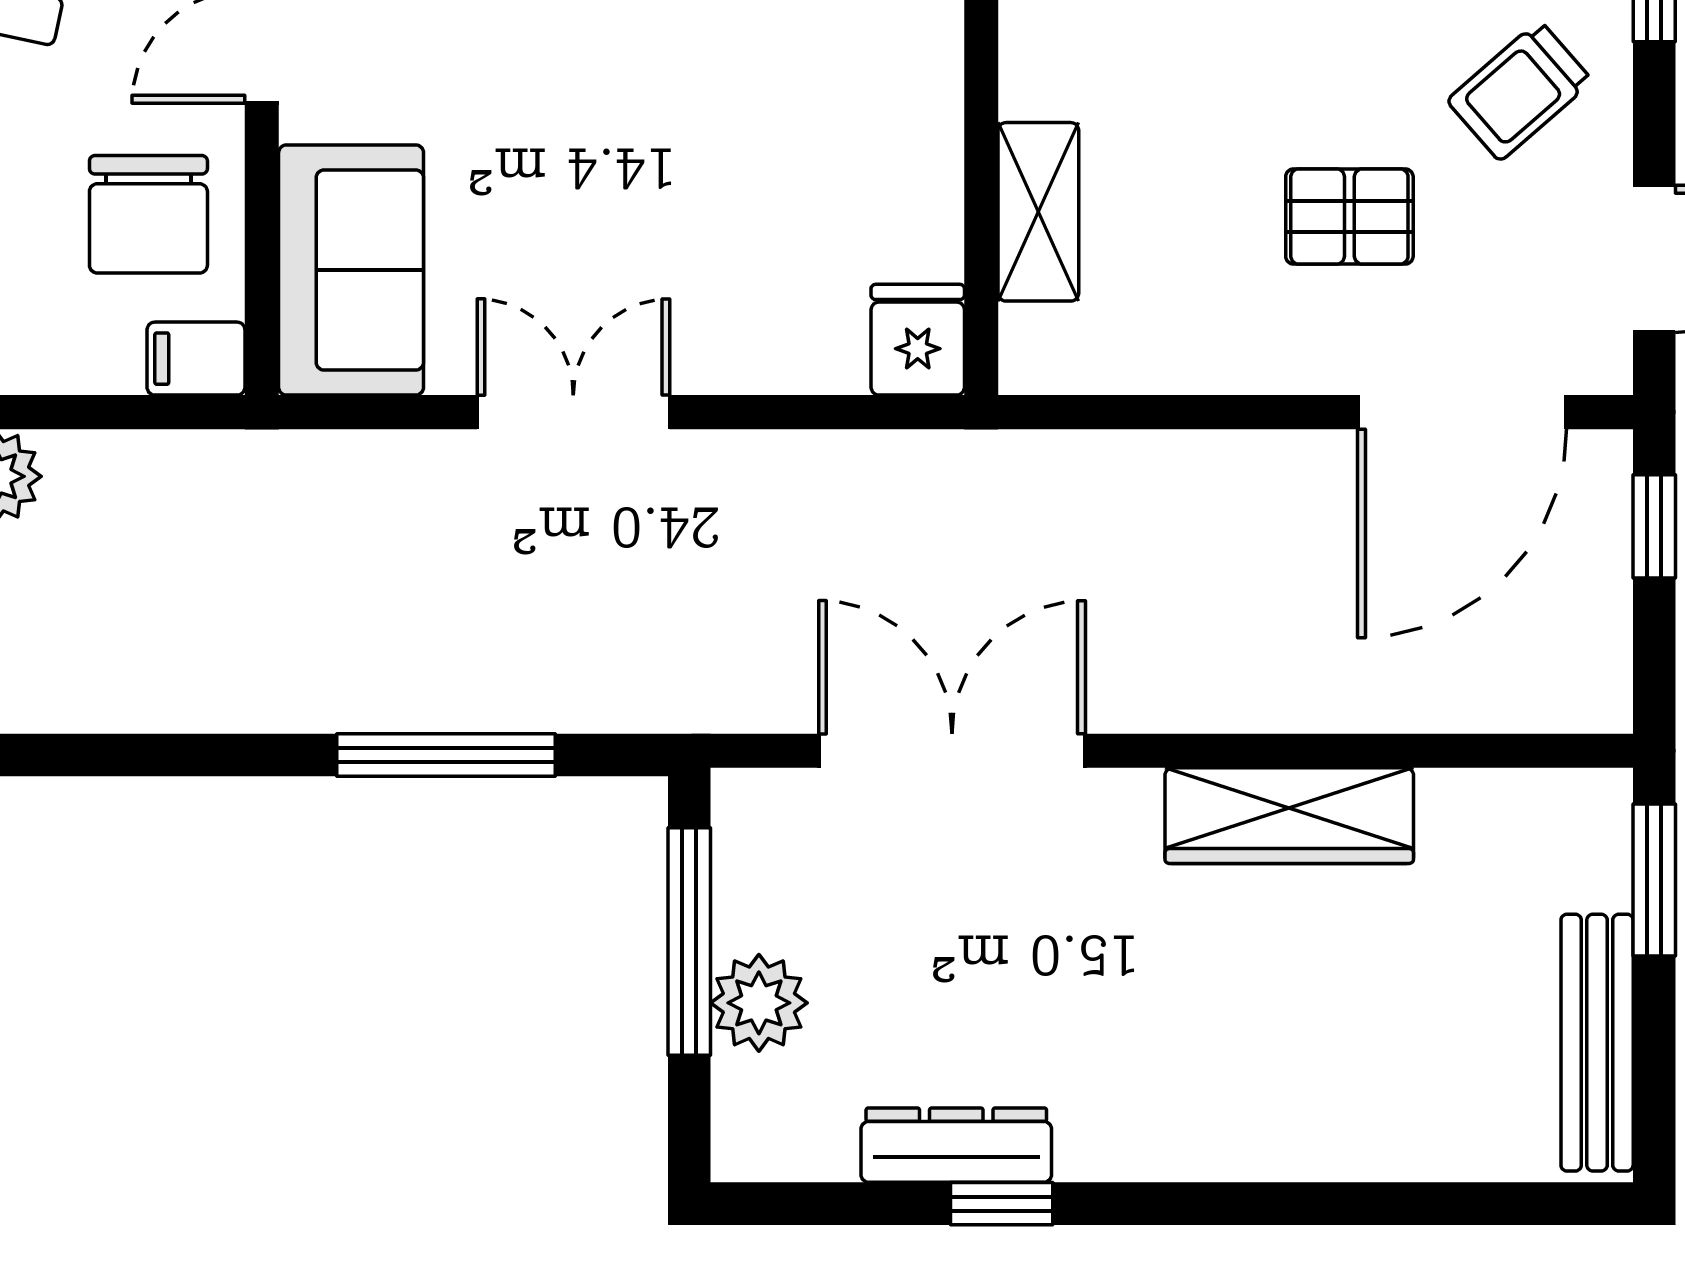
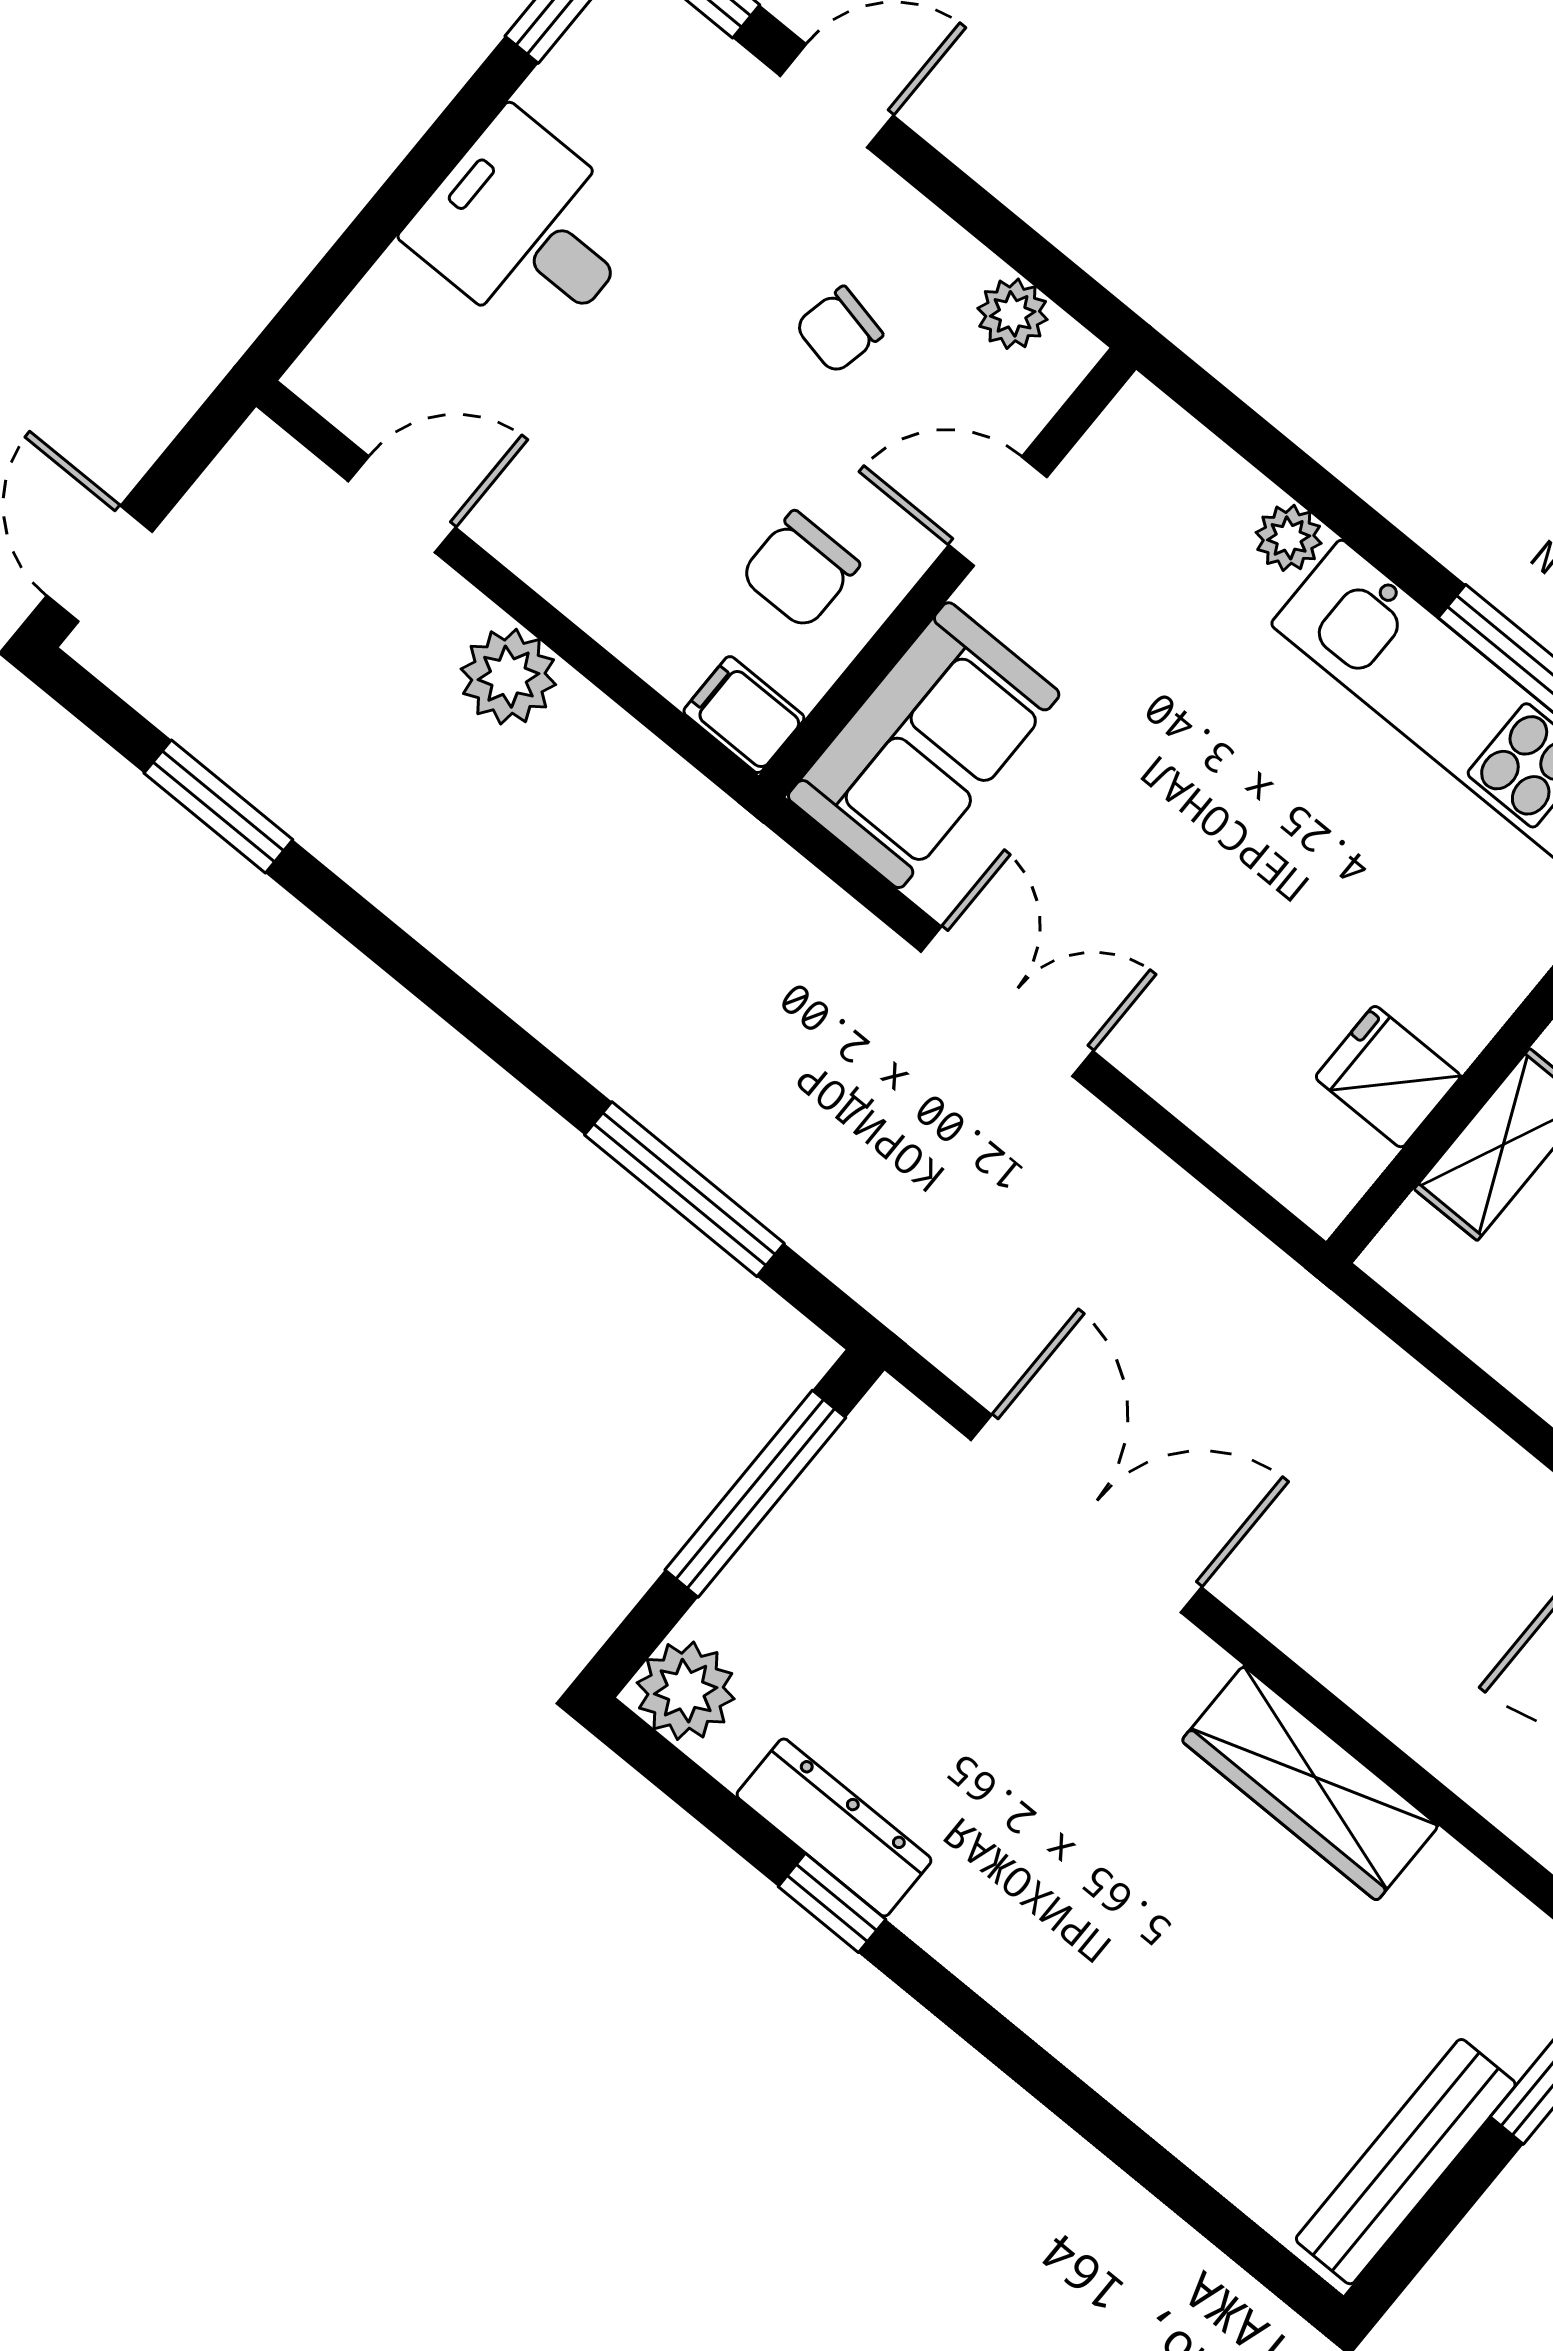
chair: (148, 214) -> (800, 570), width x0.73, depth x0.73
fridge: (918, 340) -> (1388, 1077), moved, turned -90
plant: (759, 1003) -> (686, 1691), moved

